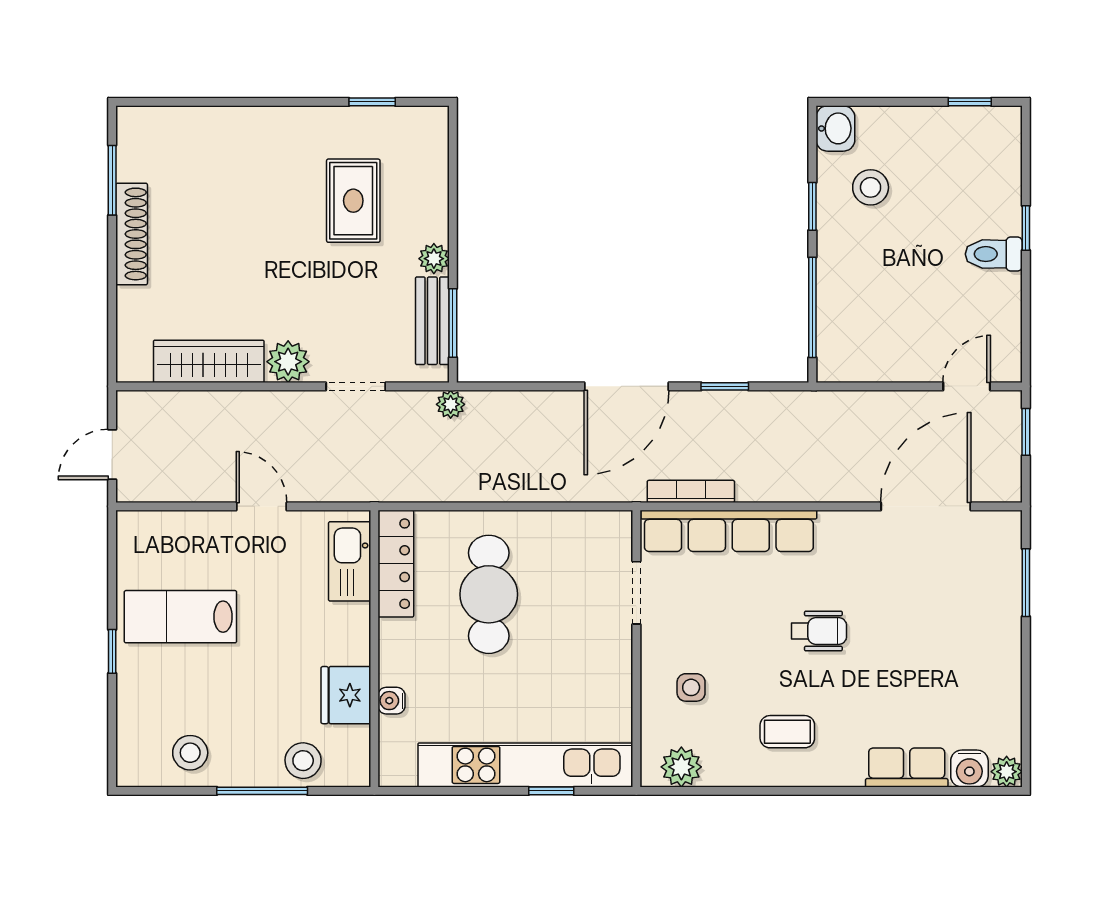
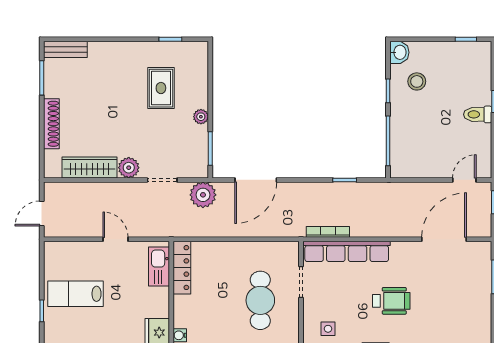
shoe rack: (132, 234) -> (51, 124), moved
bench: (432, 321) -> (65, 49), moved, turned 90
door: (626, 386) -> (256, 180), moved
plant: (451, 404) -> (203, 195), width x1.88, depth x1.88
cafe table: (489, 594) -> (260, 300), moved
wheelchair: (819, 631) -> (391, 301), width x1.36, depth x1.37

